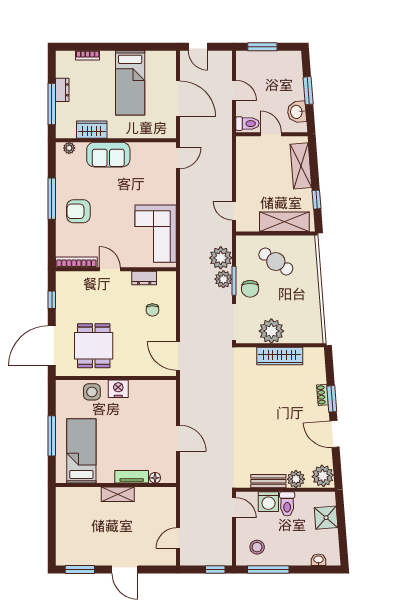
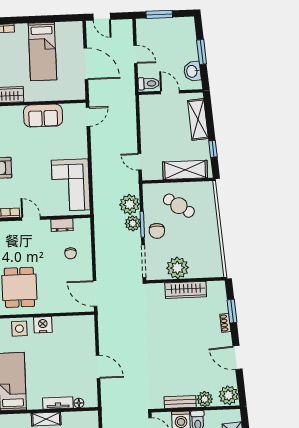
sofa: (108, 155) -> (43, 116), moved
window: (332, 399) -> (232, 311), moved

